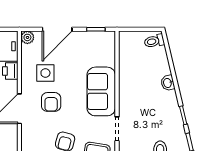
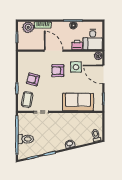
sofa: (101, 91) -> (78, 102), moved

